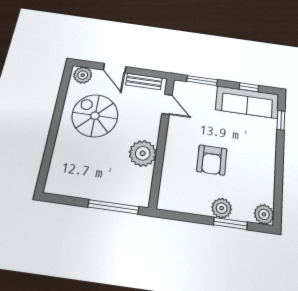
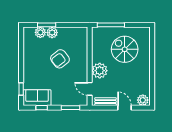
sofa: (247, 102) -> (37, 98), width x0.73
spiral stairs: (95, 116) -> (125, 49), moved, turned 180
plant: (143, 153) -> (100, 71), moved
armchair: (212, 160) -> (60, 59), turned -128
plant: (264, 214) -> (40, 32), moved

